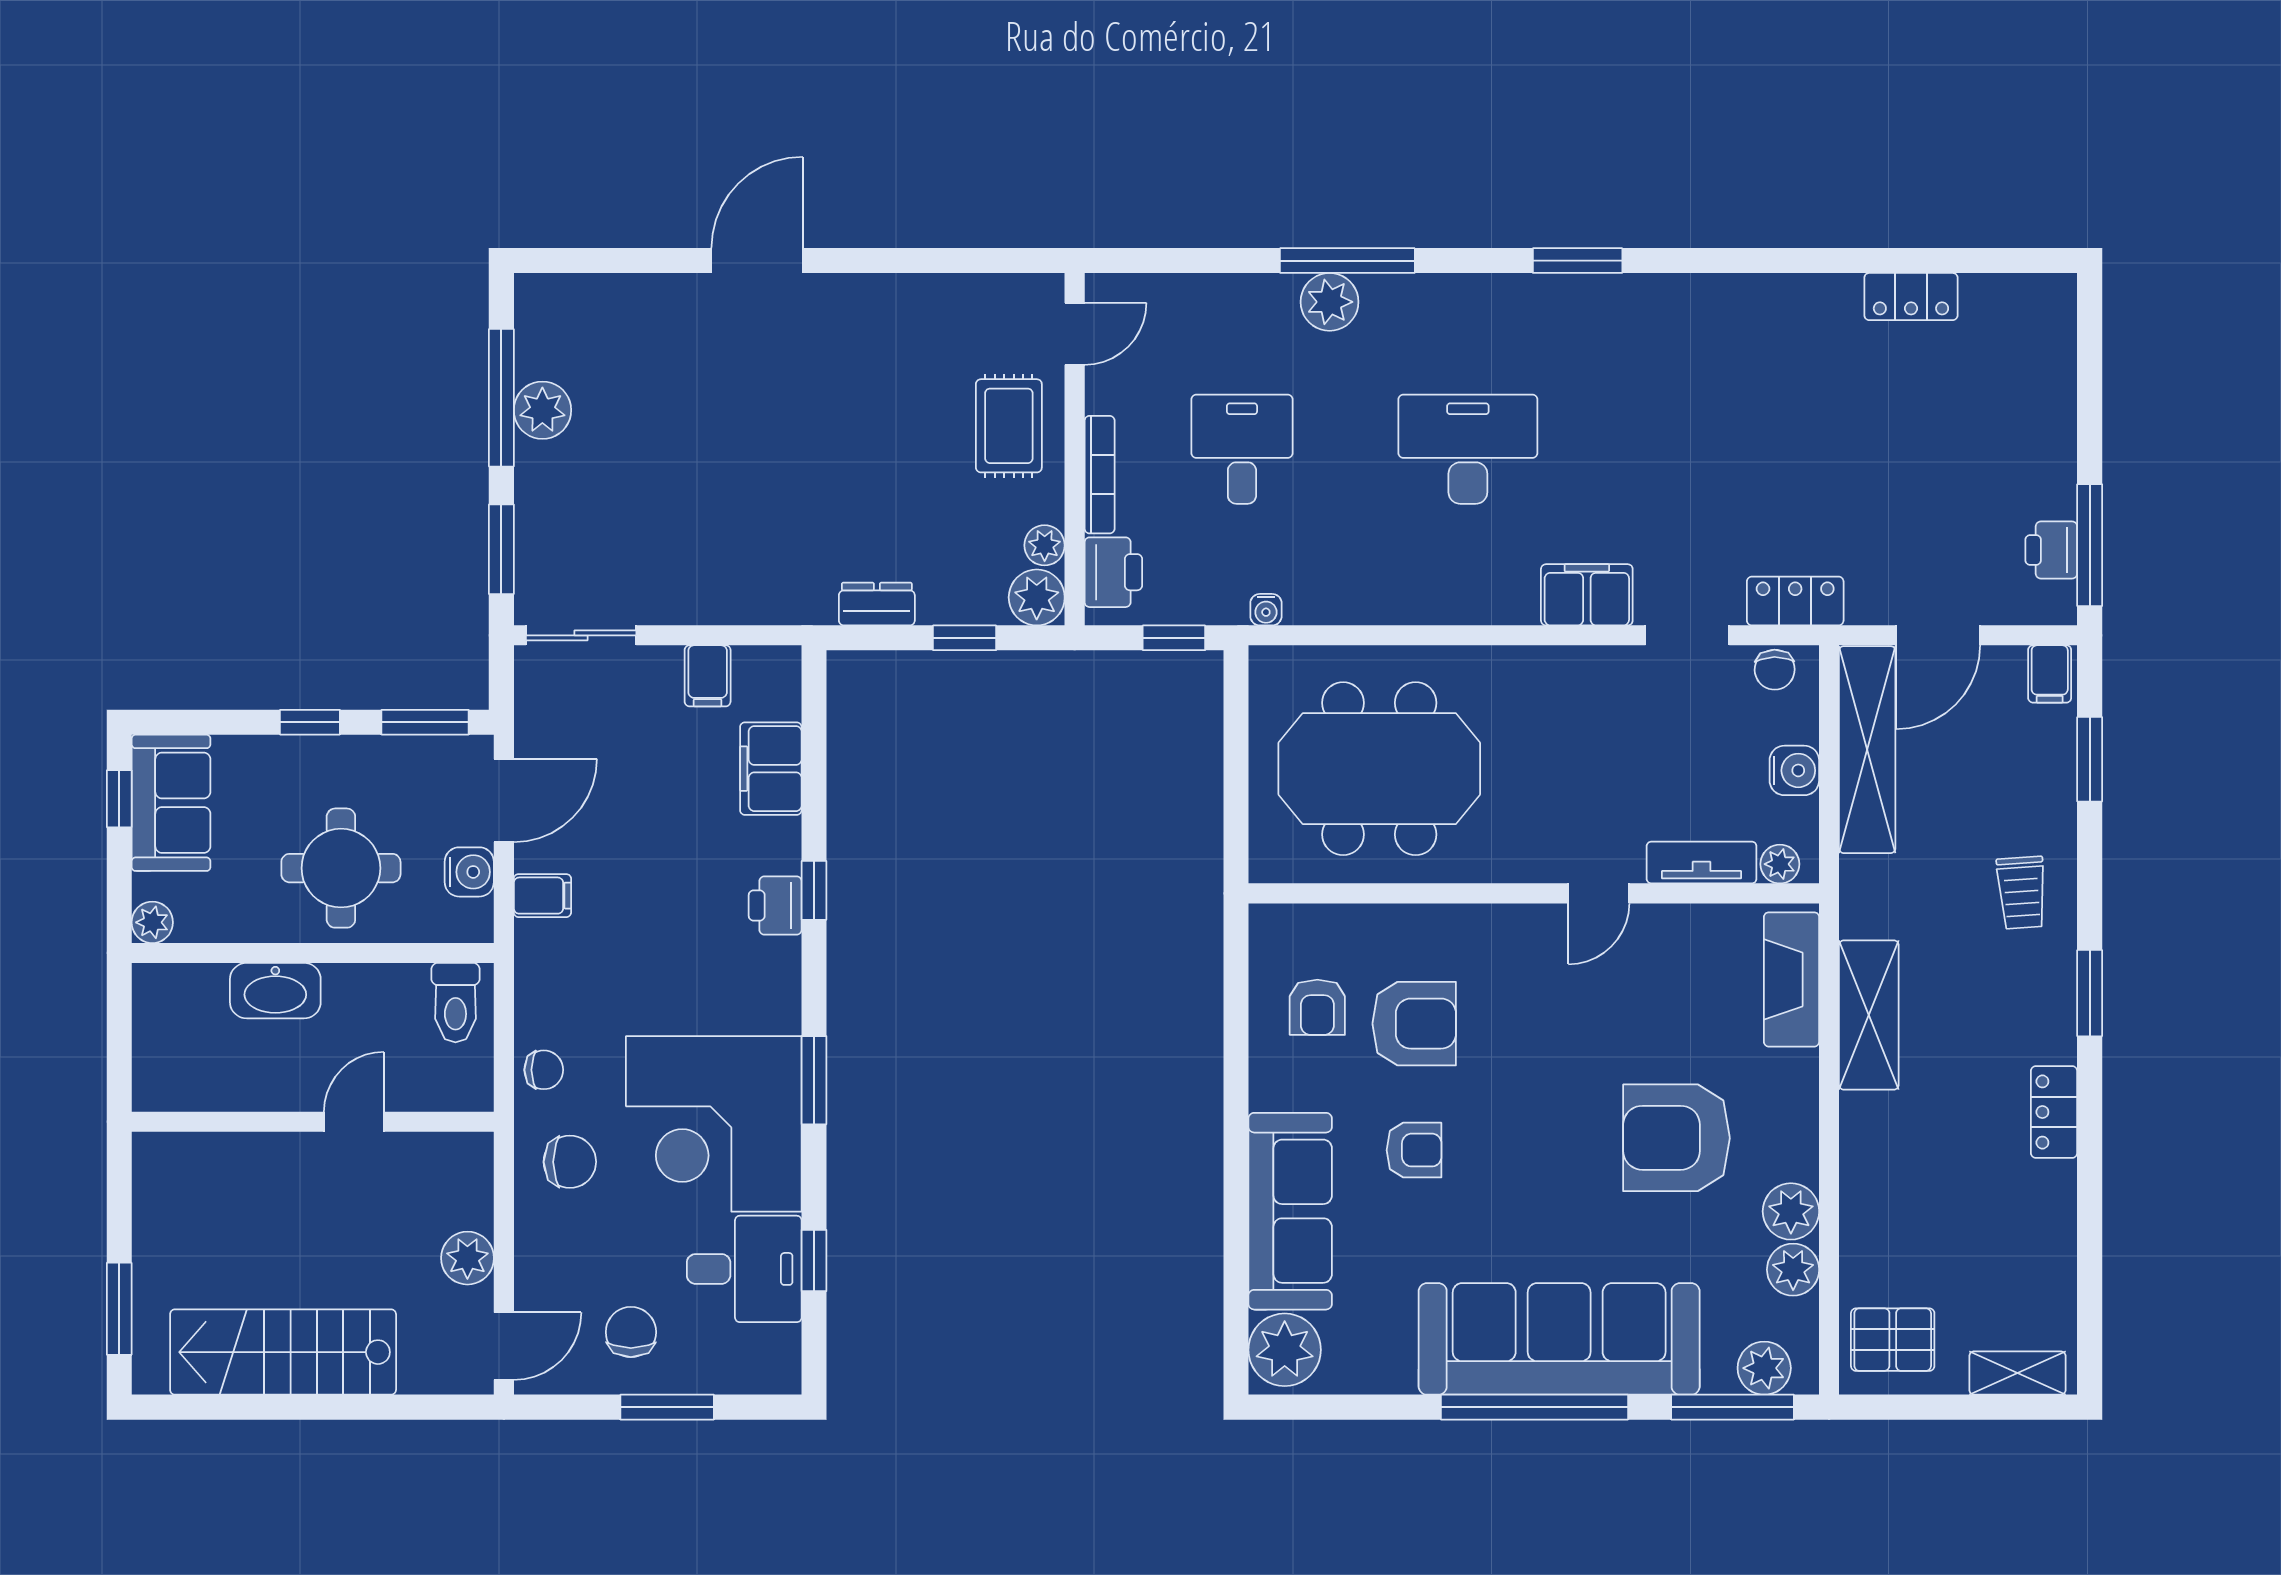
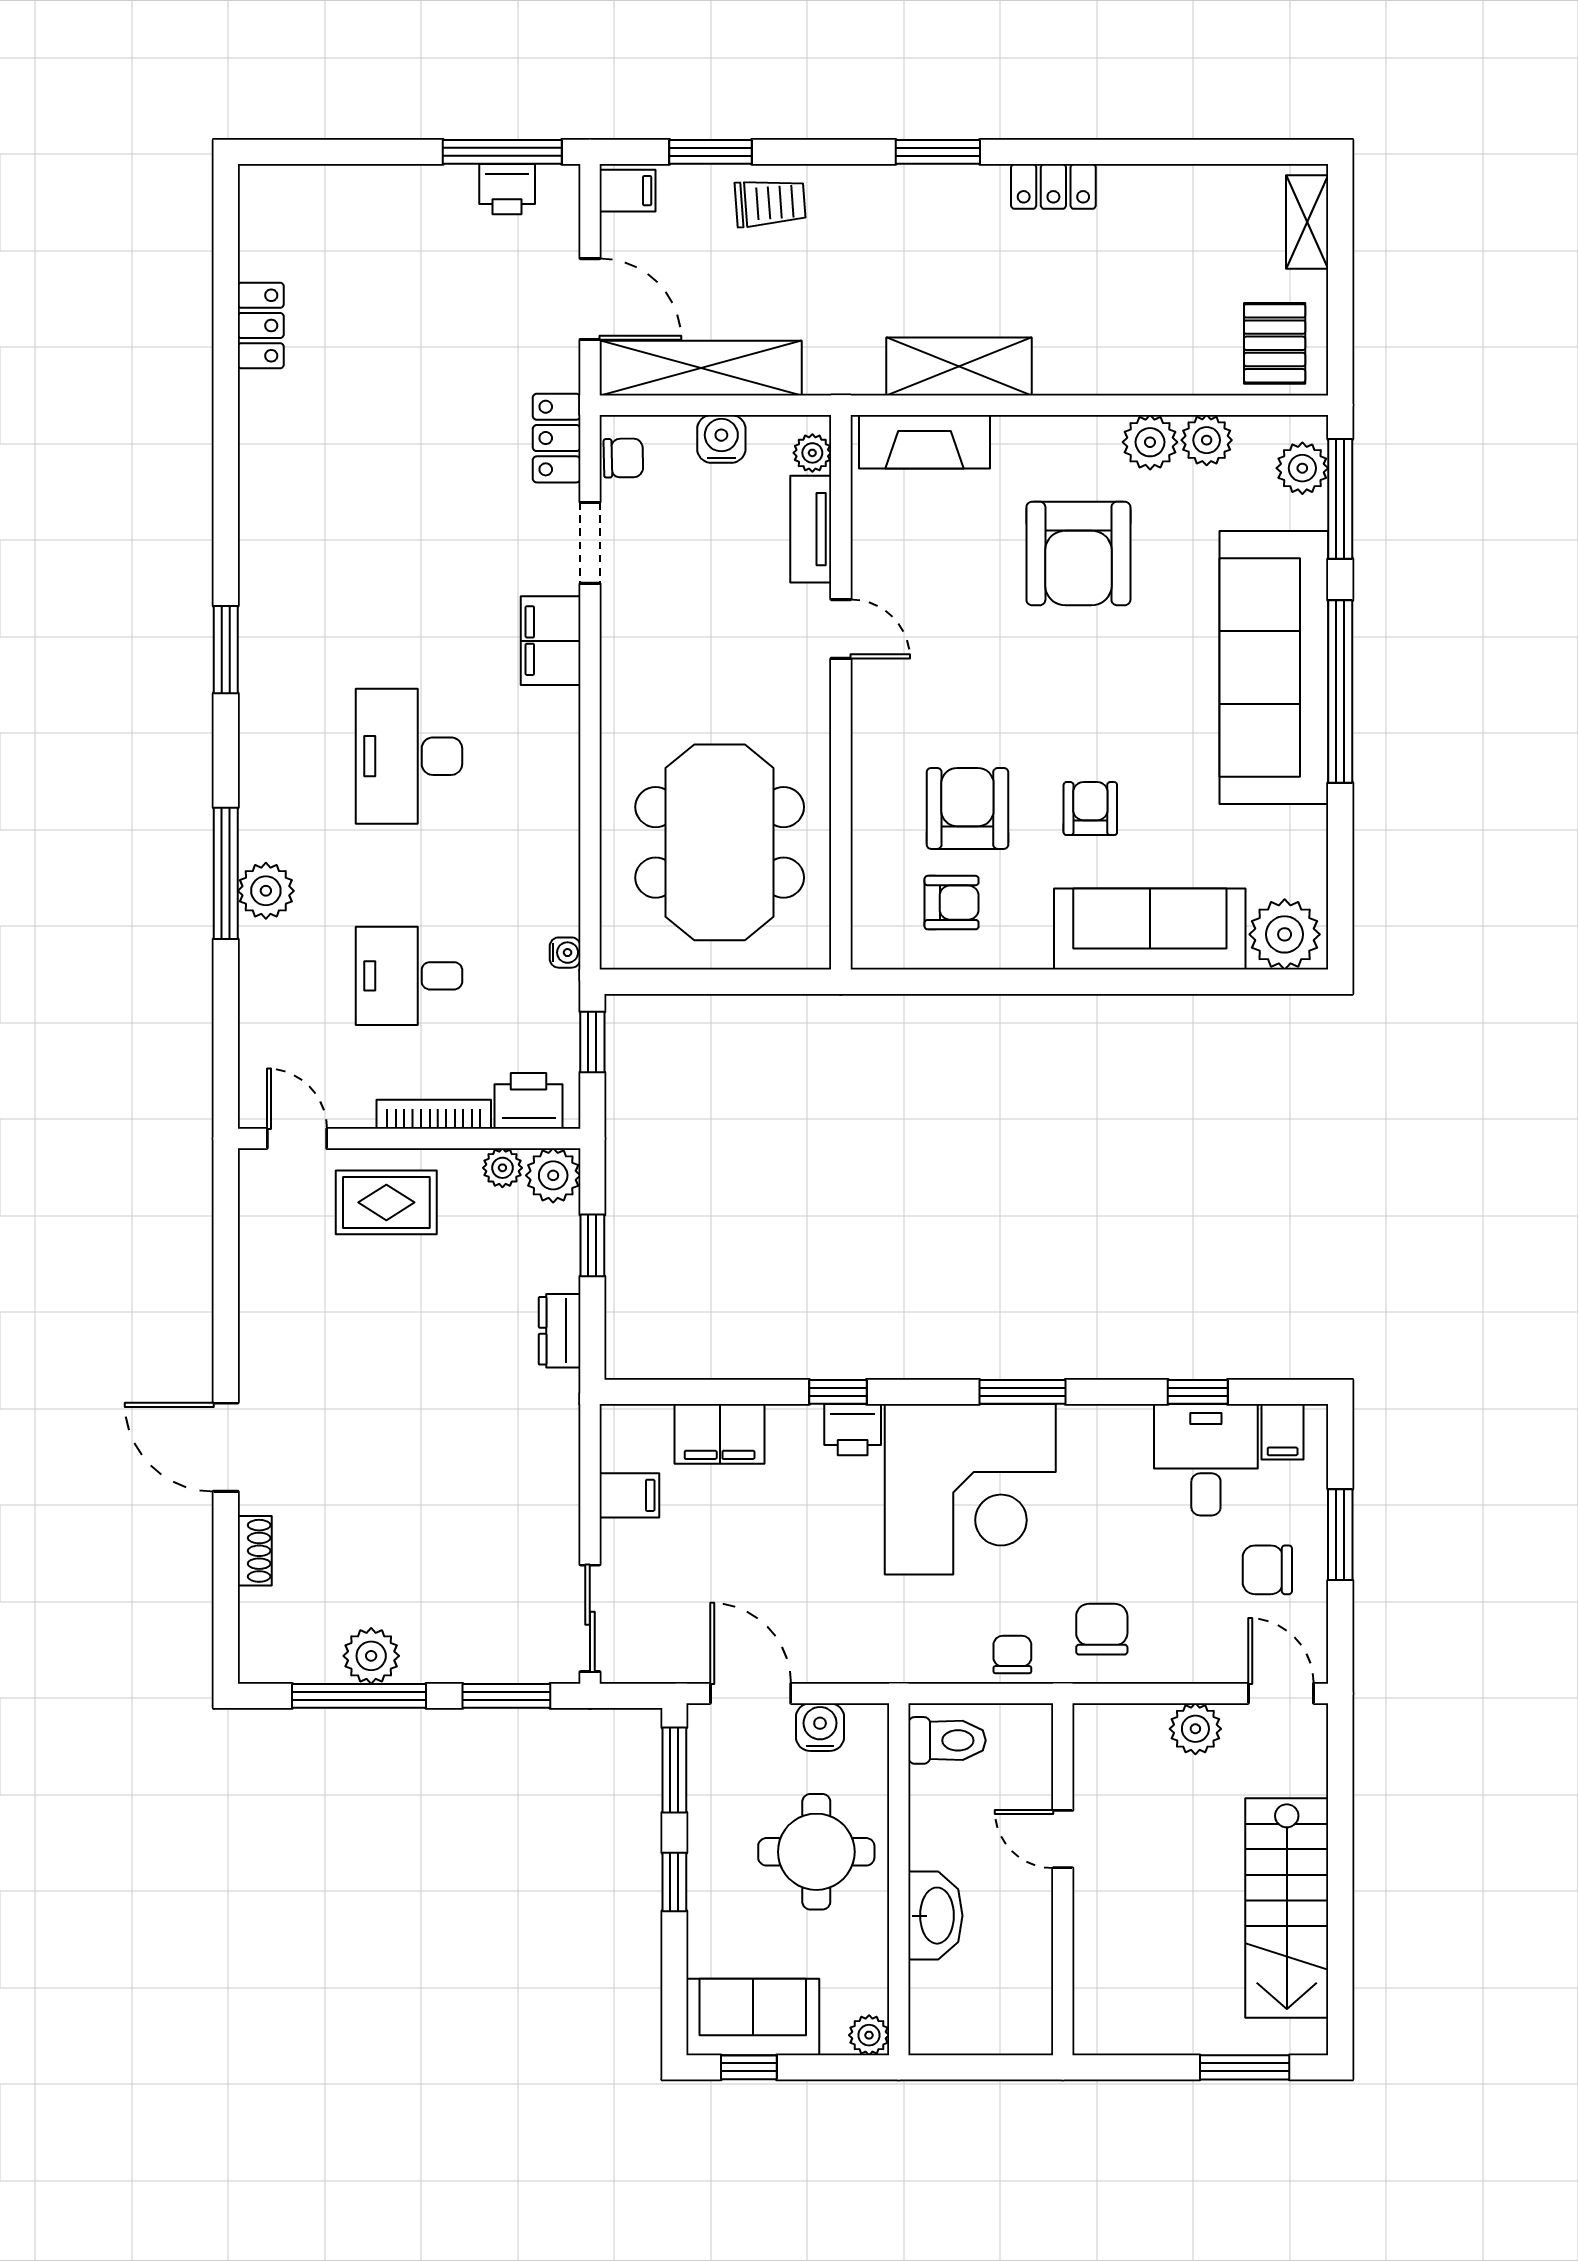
shoe rack: (651, 290) -> (255, 1551), added
trolley: (2022, 893) -> (770, 203), moved
filing cabinet: (542, 896) -> (1283, 1432), moved, turned 180
corner desk: (714, 1124) -> (970, 1489), moved

